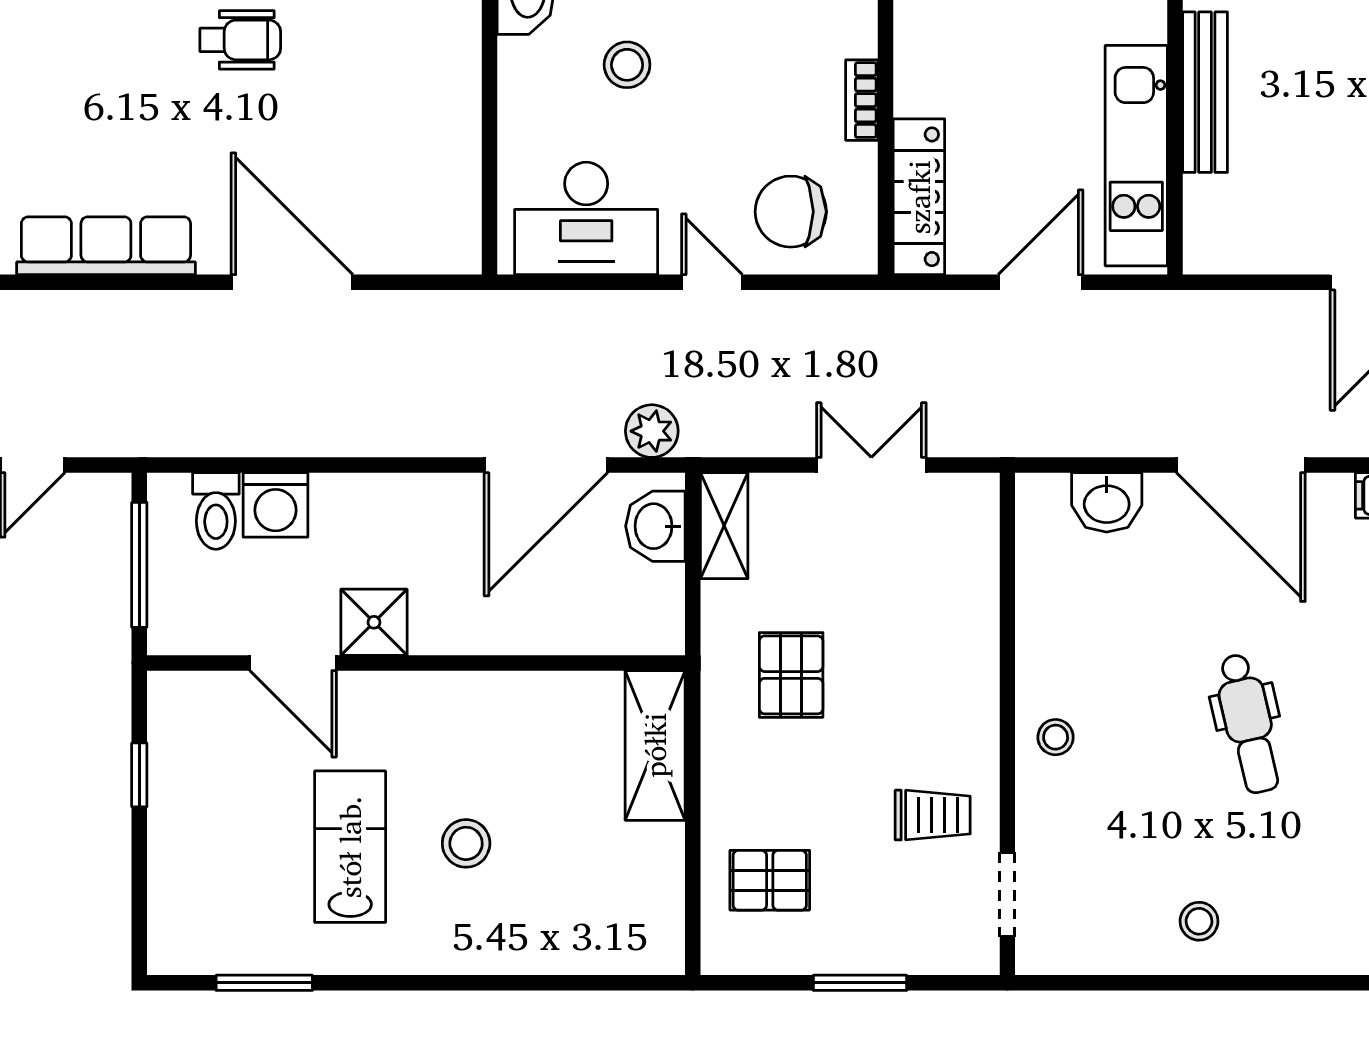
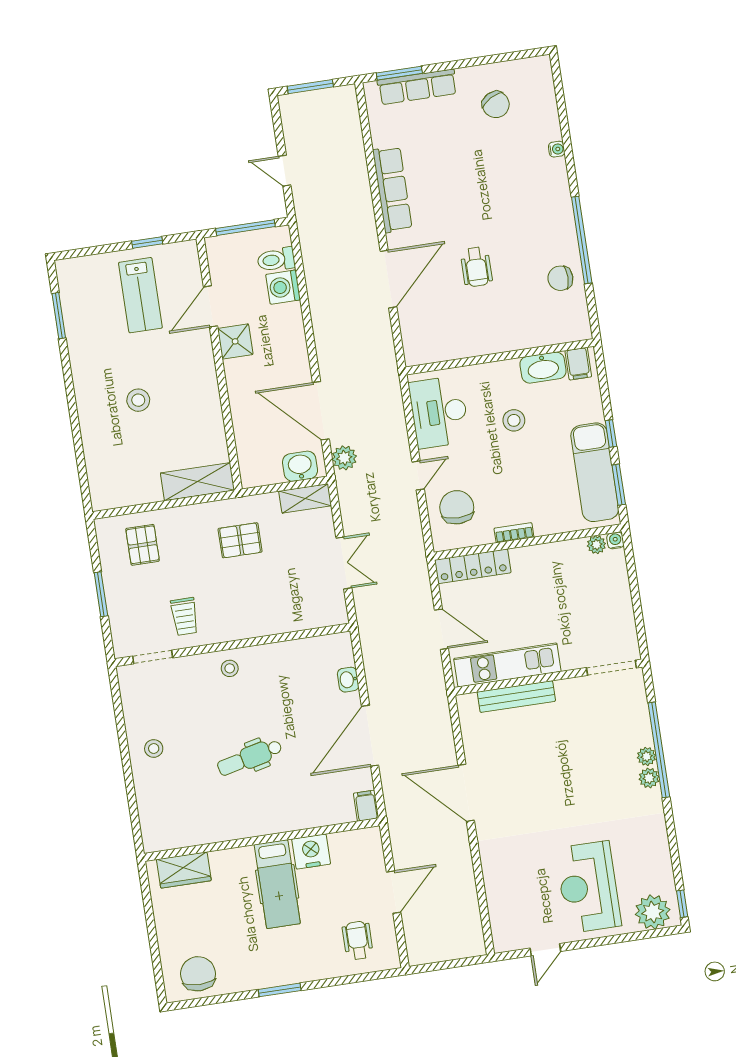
wheelchair: (240, 40) -> (476, 267), moved
bench: (1205, 92) -> (516, 697), moved
washbasin: (1107, 502) -> (348, 680), width x0.72, depth x0.69
lab bench: (350, 847) -> (140, 295), moved, turned 90

